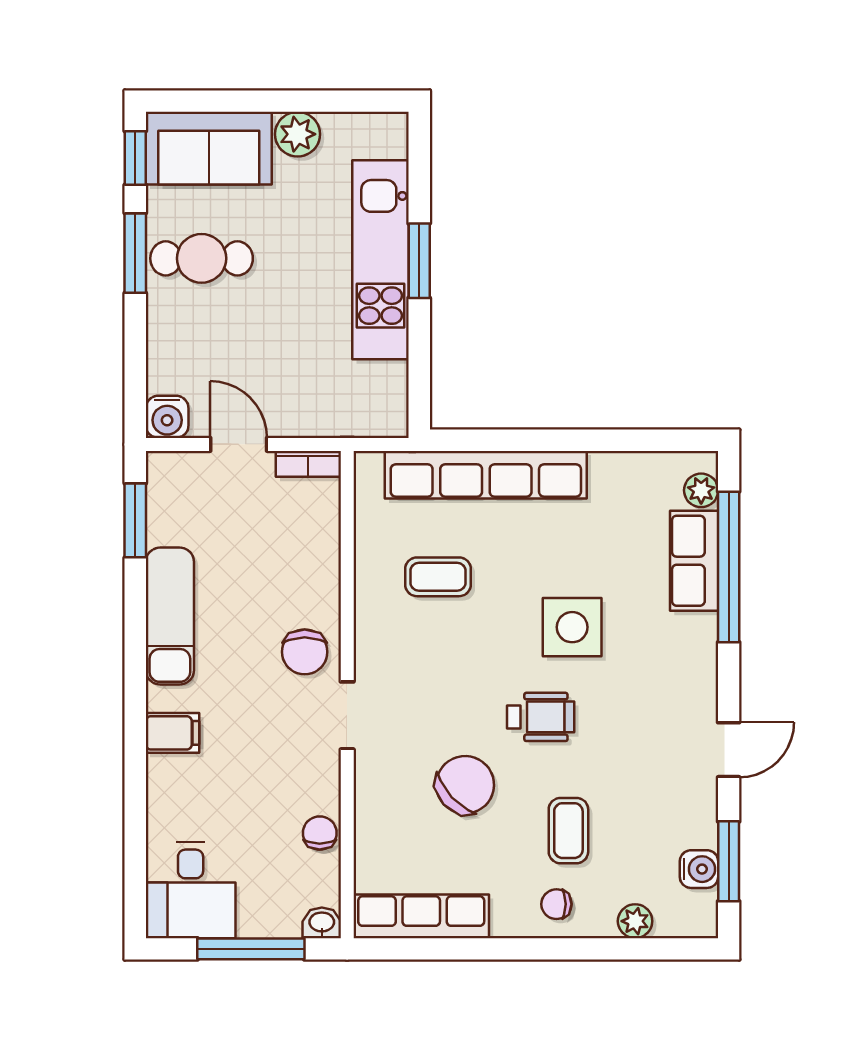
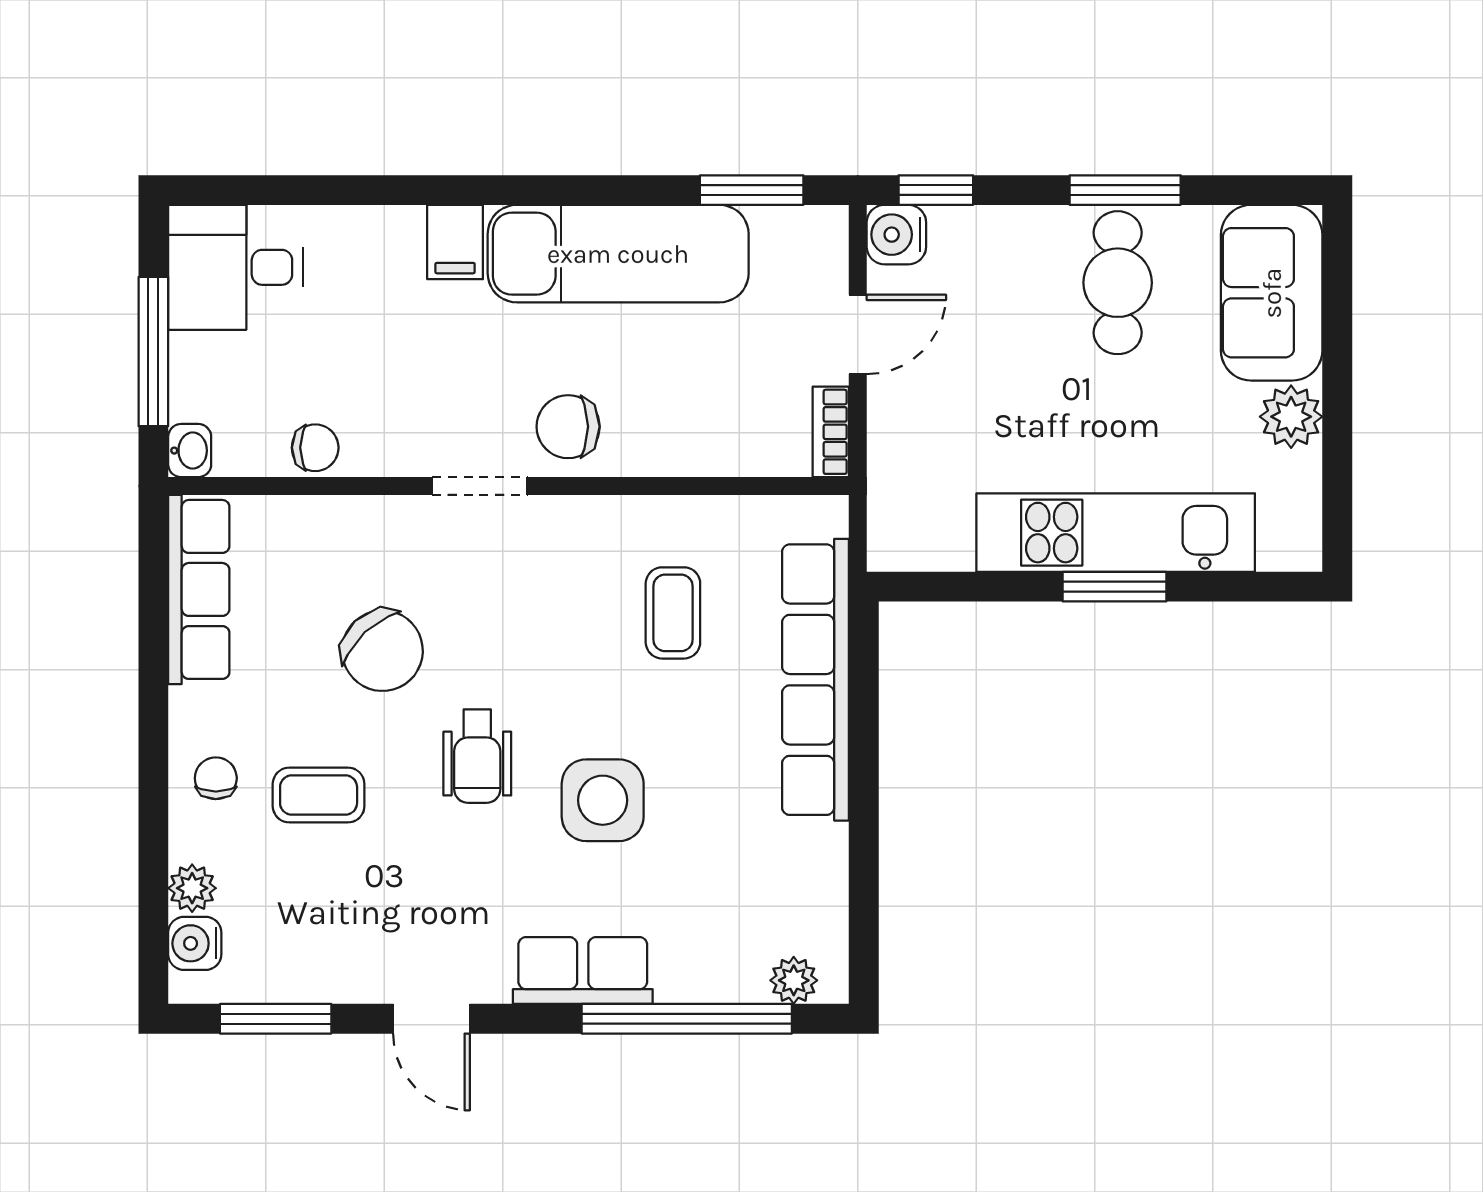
window: (135, 158) -> (936, 190), moved
row of seats: (694, 561) -> (583, 970), moved
exam couch: (170, 616) -> (618, 254), width x1.36, depth x1.45
water cooler: (699, 869) -> (195, 943), moved, turned 90

